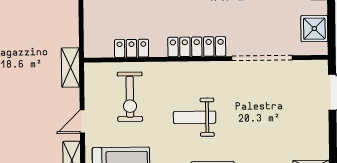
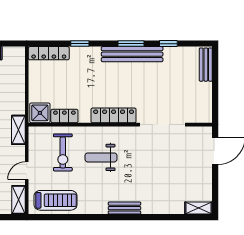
shower: (314, 29) -> (40, 113), moved
weight bench: (195, 117) -> (101, 157), moved

